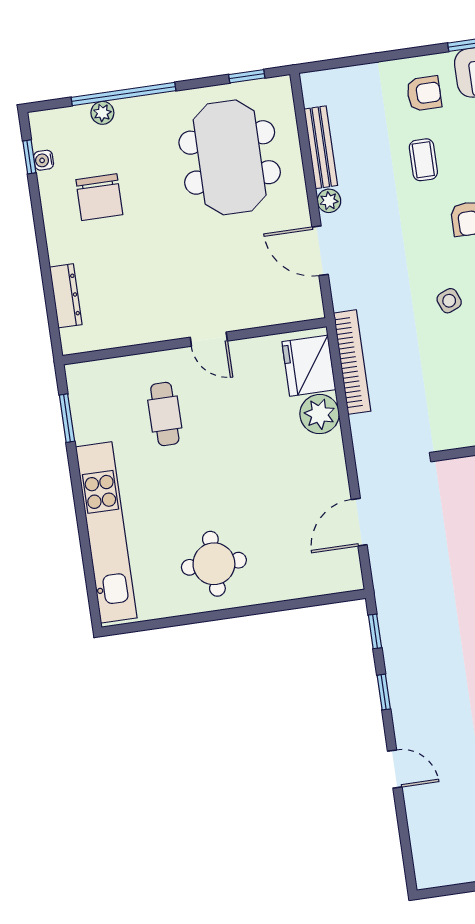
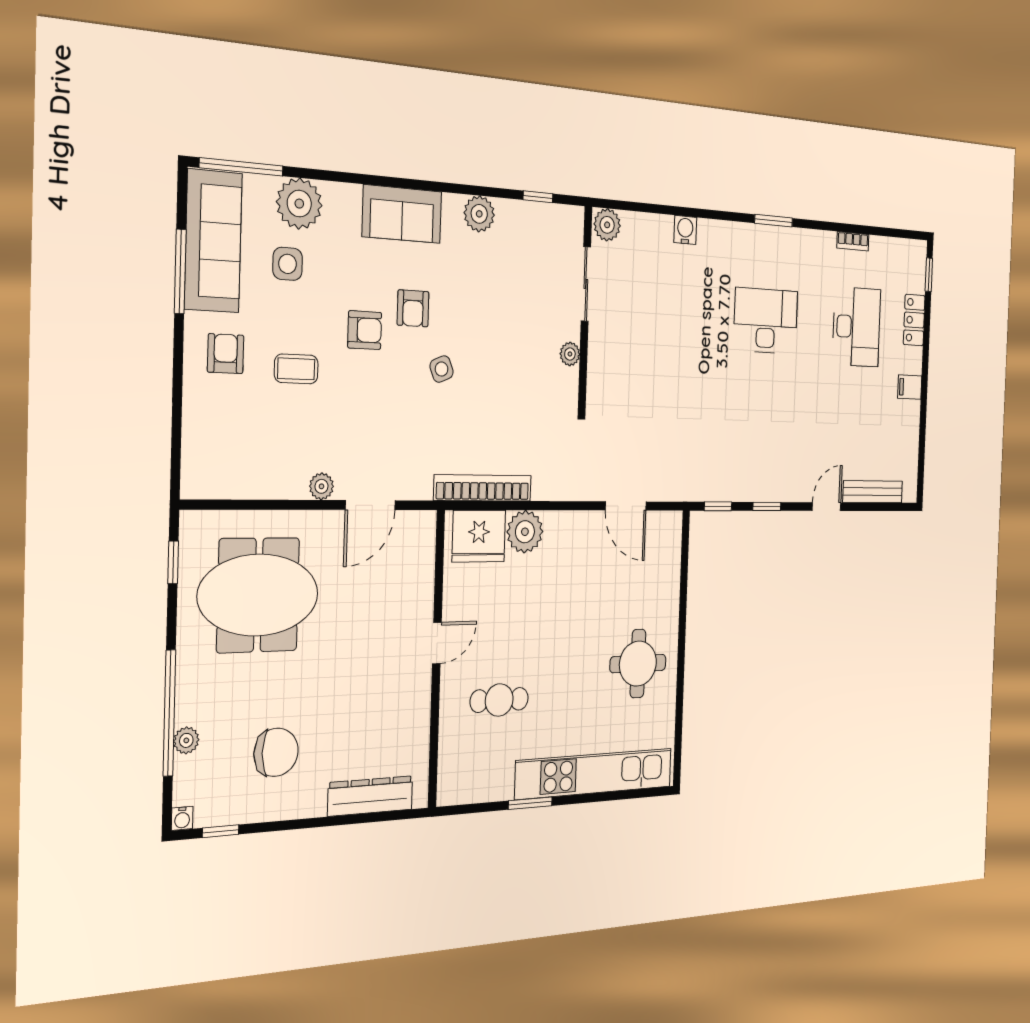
bench: (321, 147) -> (873, 492), moved
water cooler: (44, 160) -> (182, 818), moved
dresser: (66, 296) -> (370, 796), width x1.37, depth x1.24
window: (67, 418) -> (530, 803), moved

